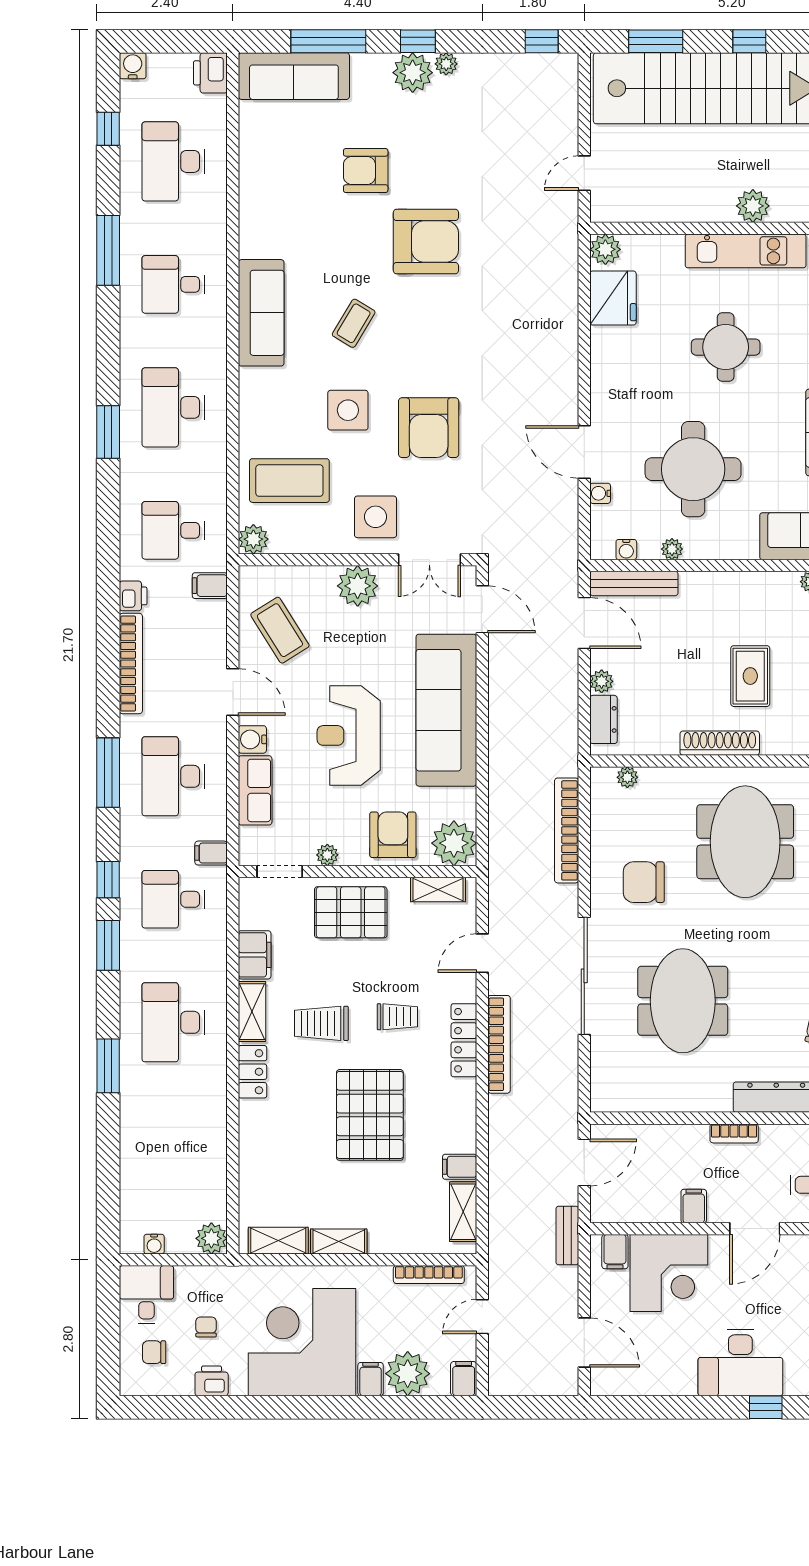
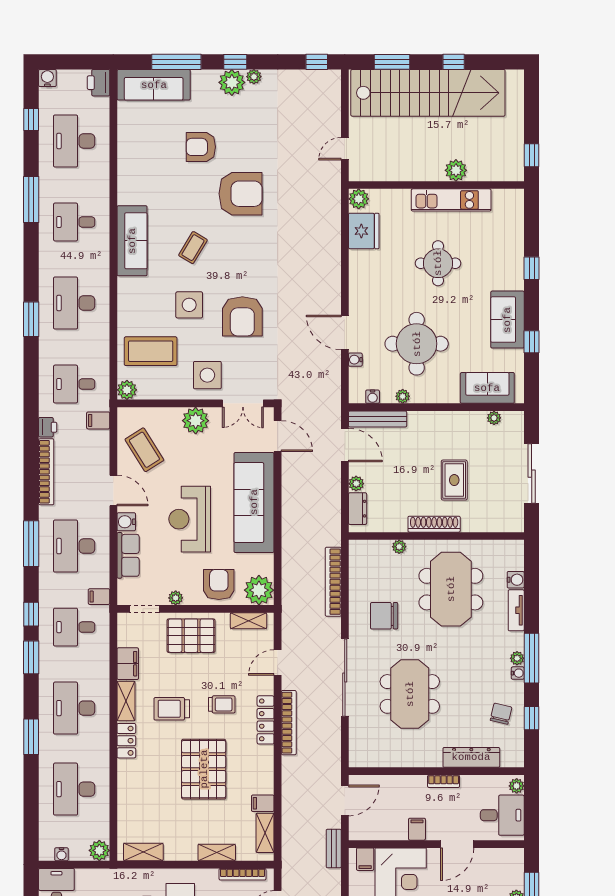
plant: (627, 777) -> (399, 547), moved
desk: (173, 1145) -> (74, 789), added
shelving: (339, 1241) -> (217, 852), moved

